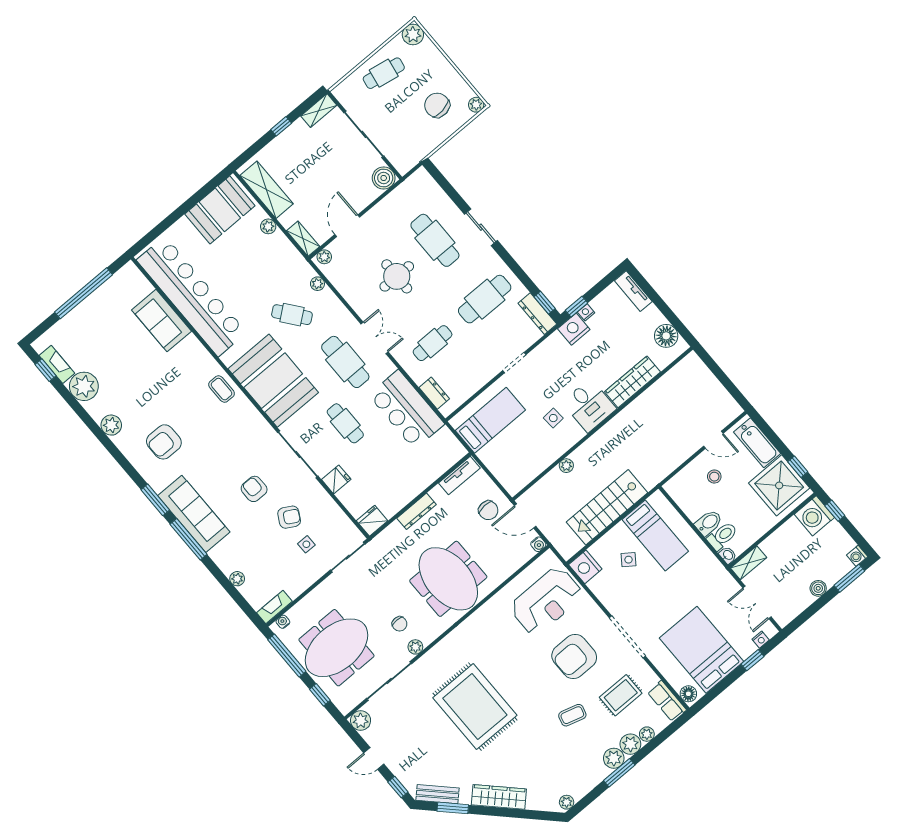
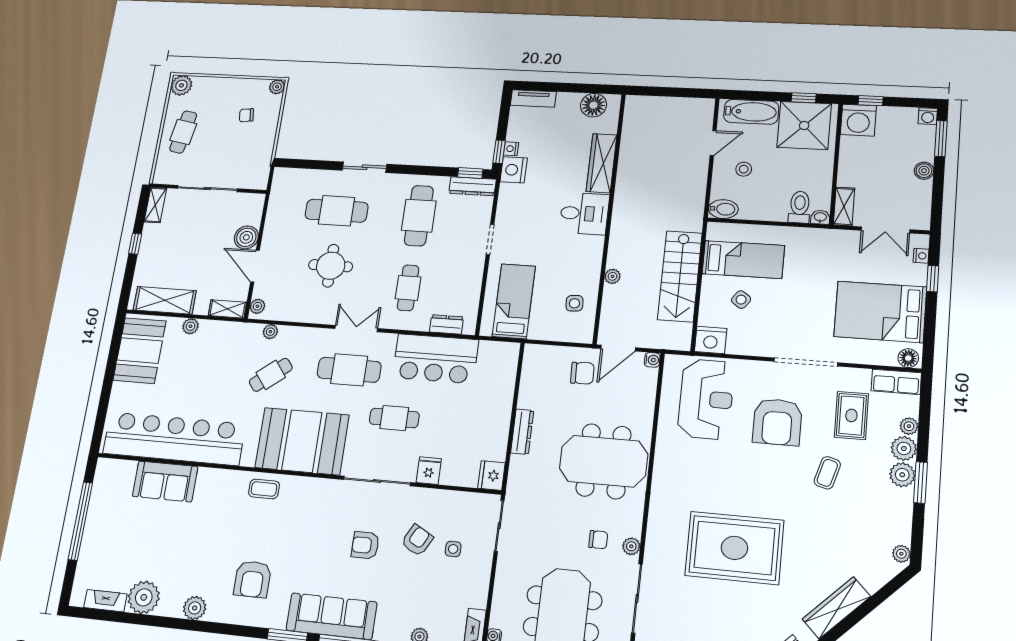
chair: (437, 105) -> (246, 115), width x0.54, depth x0.54
boiler: (384, 178) -> (246, 237), moved
window: (46, 370) -> (99, 615), removed
side table: (553, 418) -> (574, 303), moved
tv unit: (459, 476) -> (531, 369), removed
bidet: (709, 523) -> (723, 209), moved, turned 90

